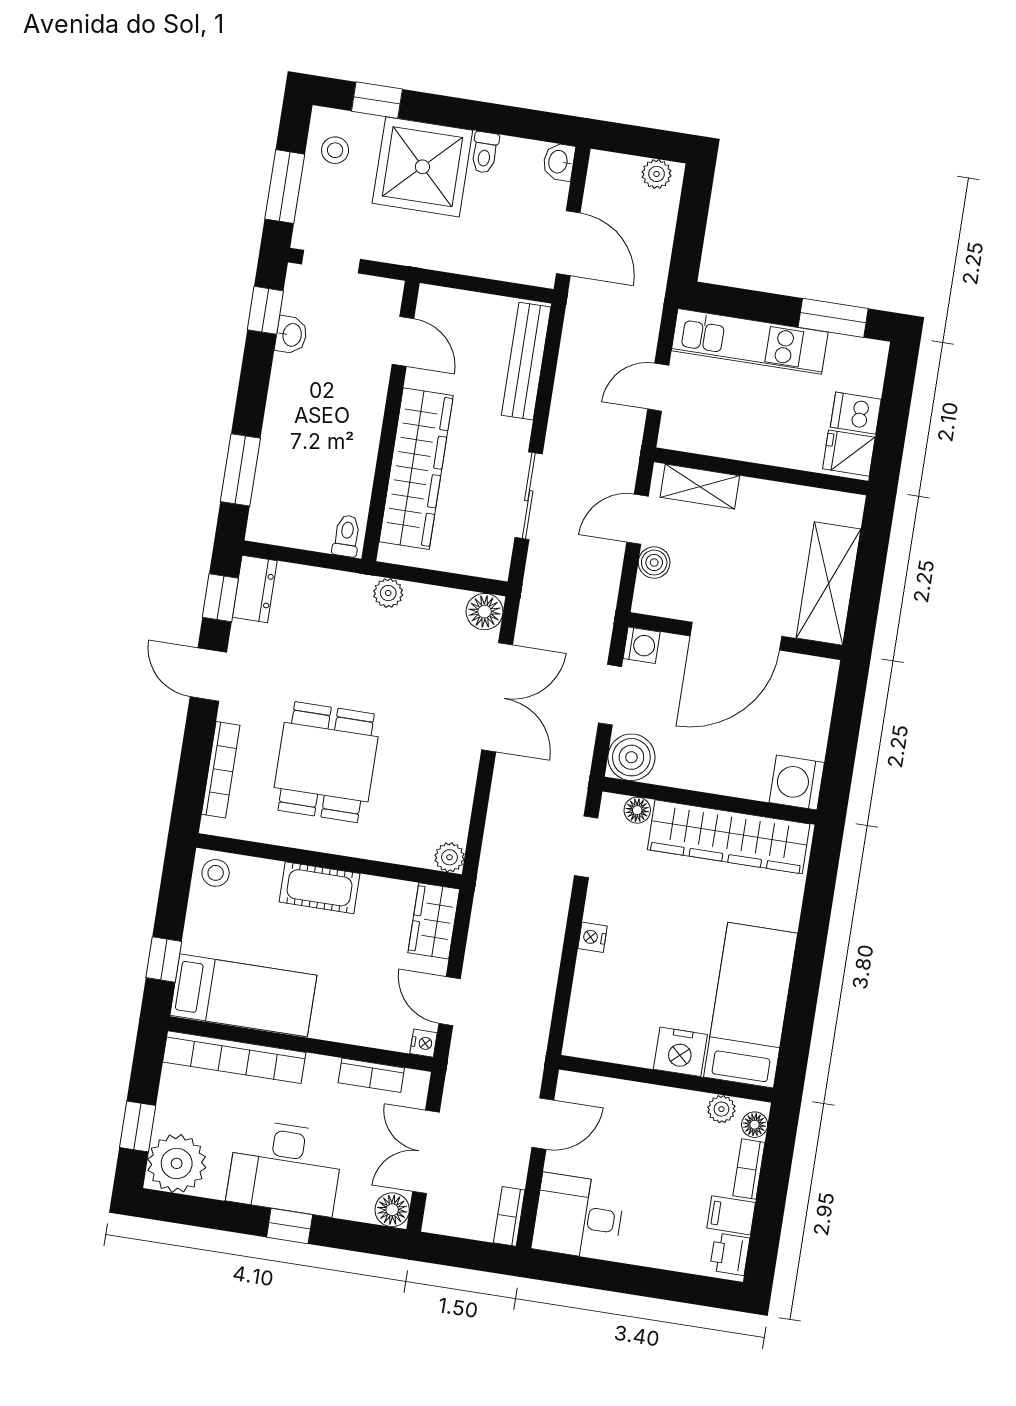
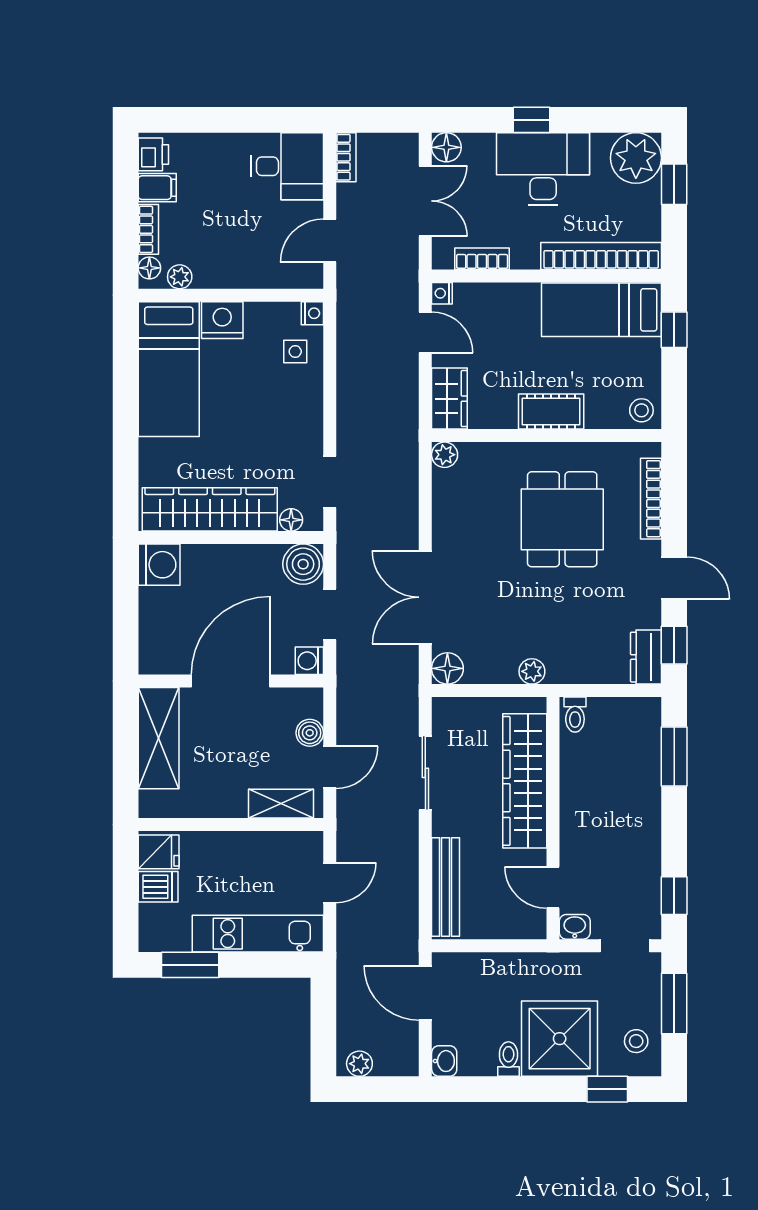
washbasin: (291, 335) -> (575, 927), moved, turned 90
nightstand: (592, 937) -> (312, 313), moved
side table: (602, 1003) -> (295, 351), added

